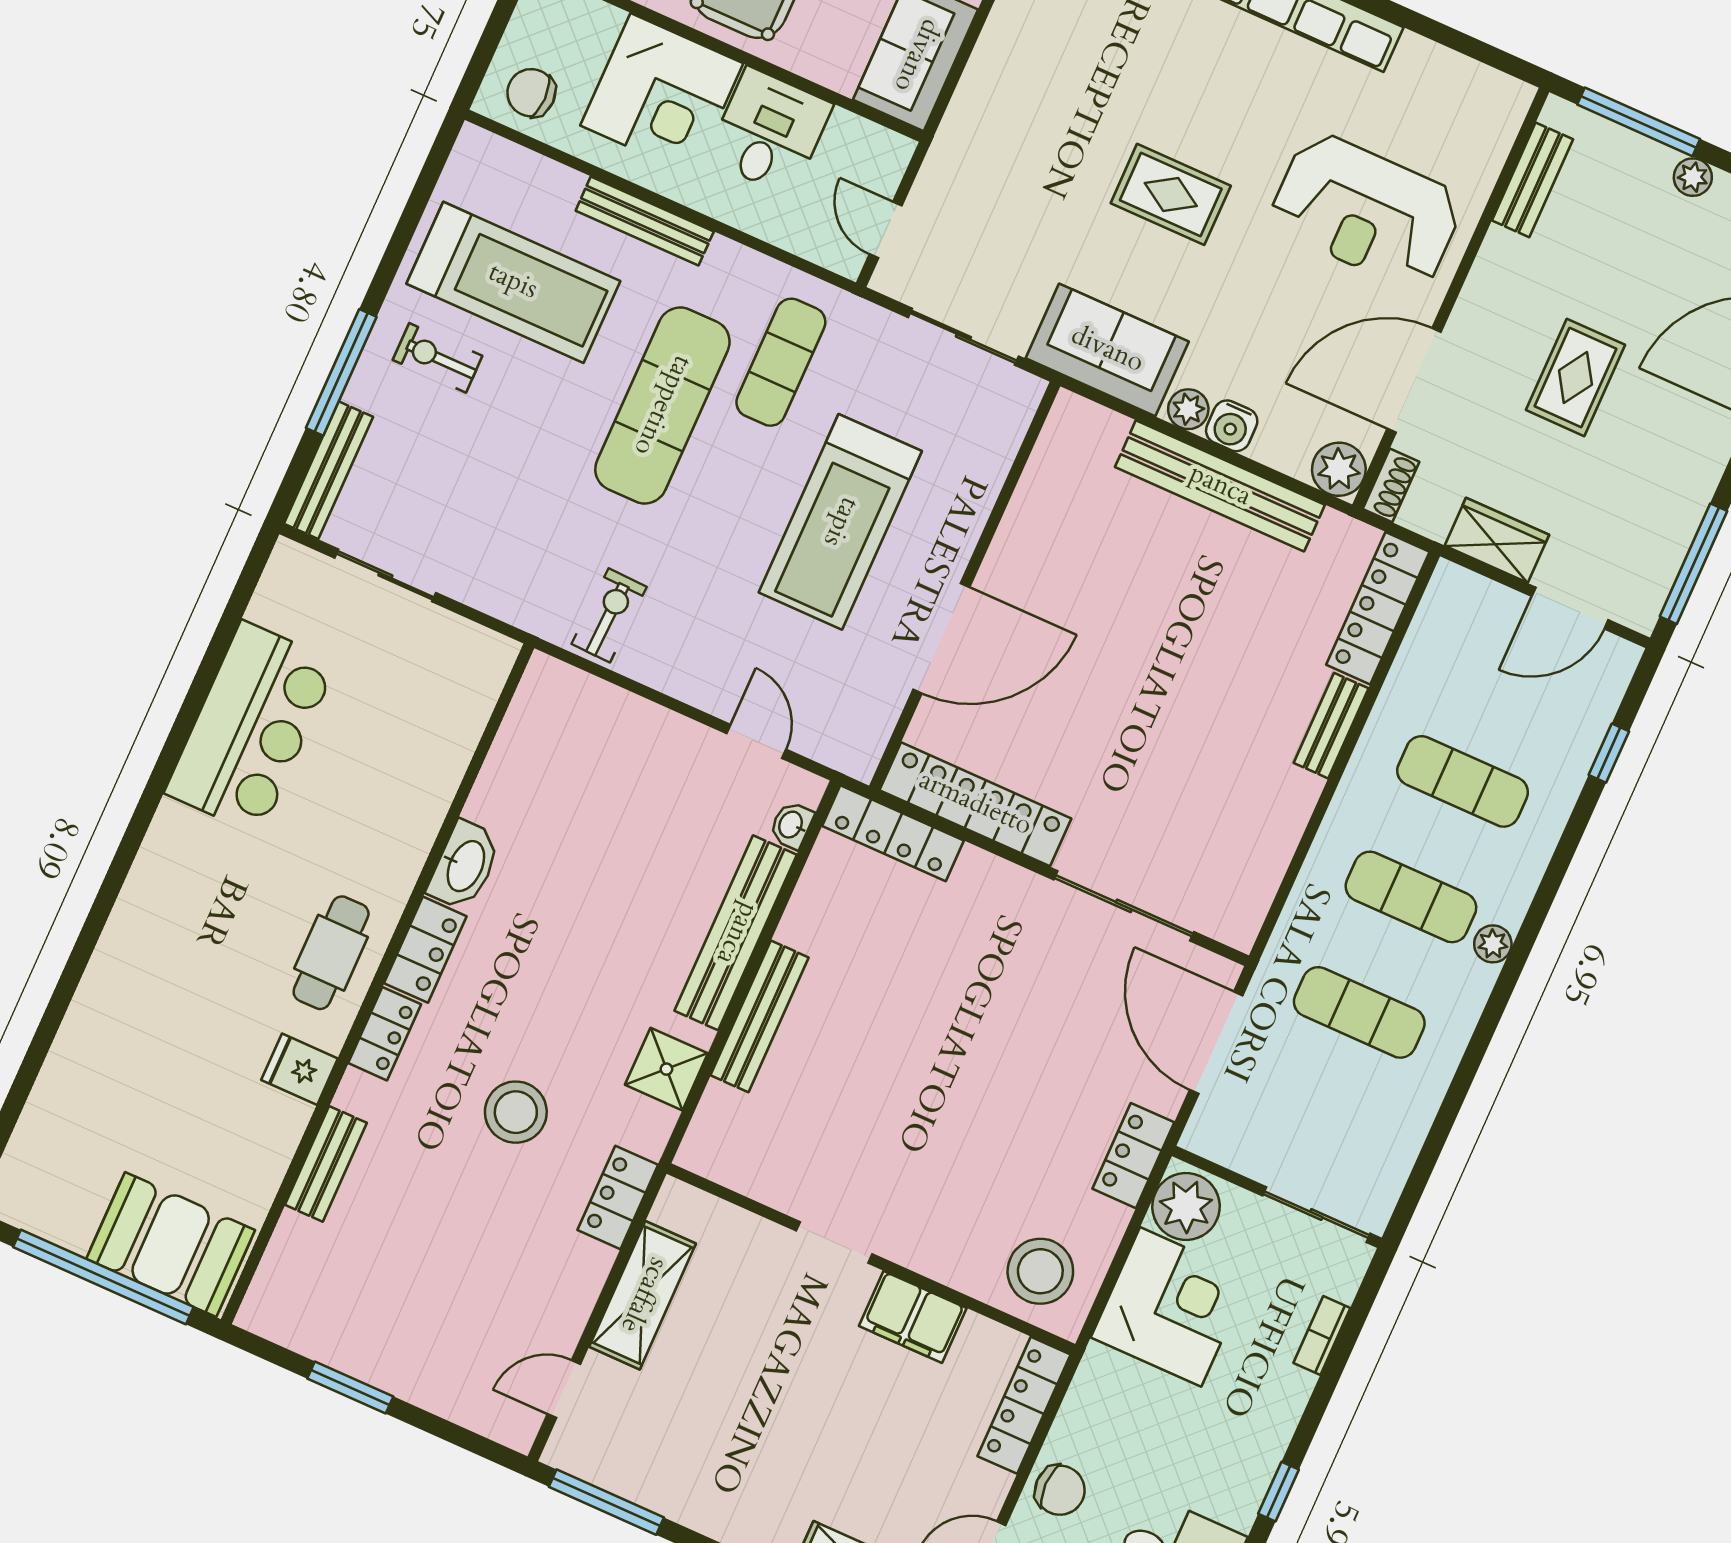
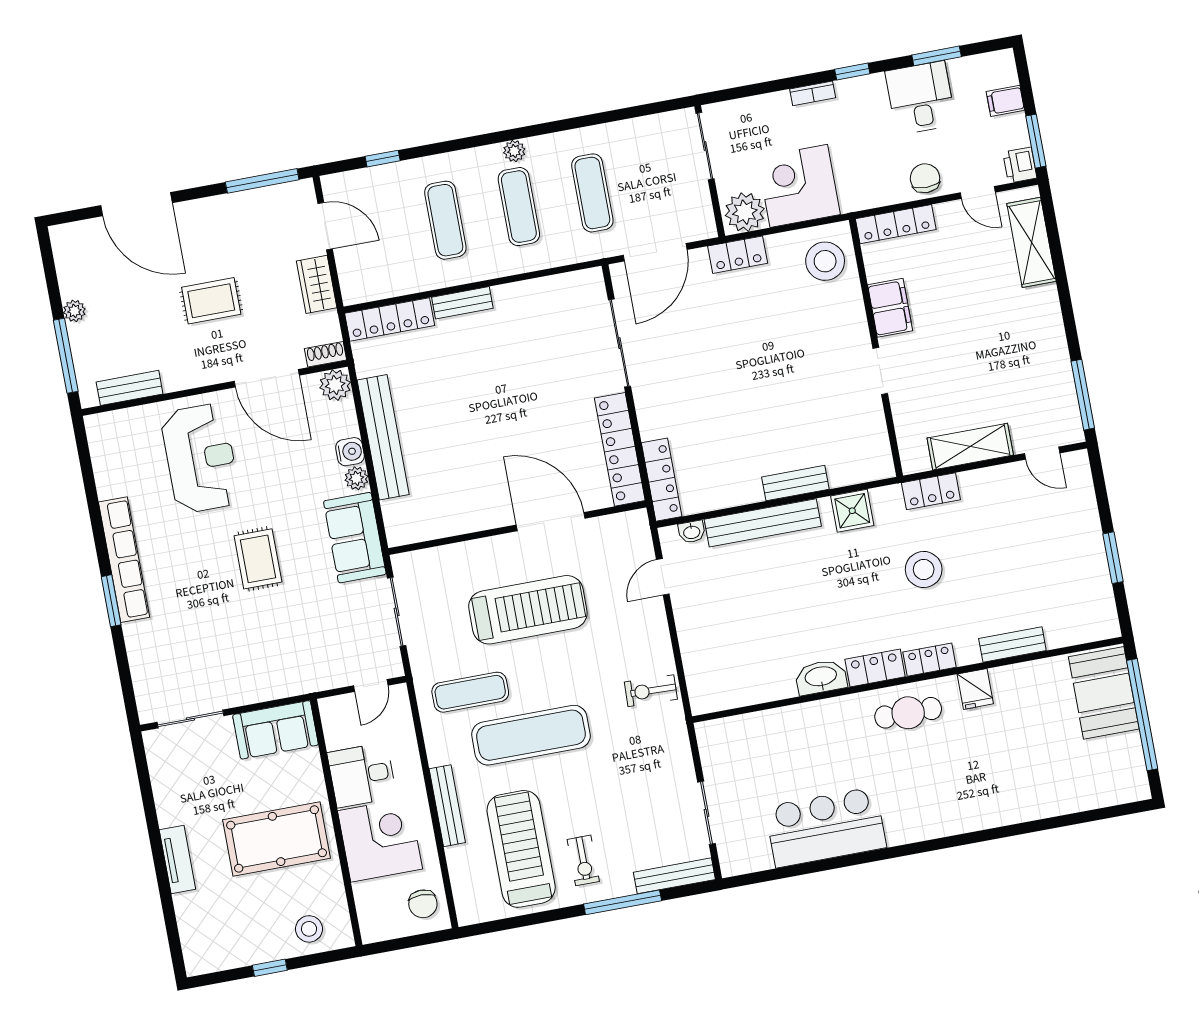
bench: (760, 1016) -> (795, 483), width x0.73
bookcase: (1322, 1335) -> (813, 93), moved

